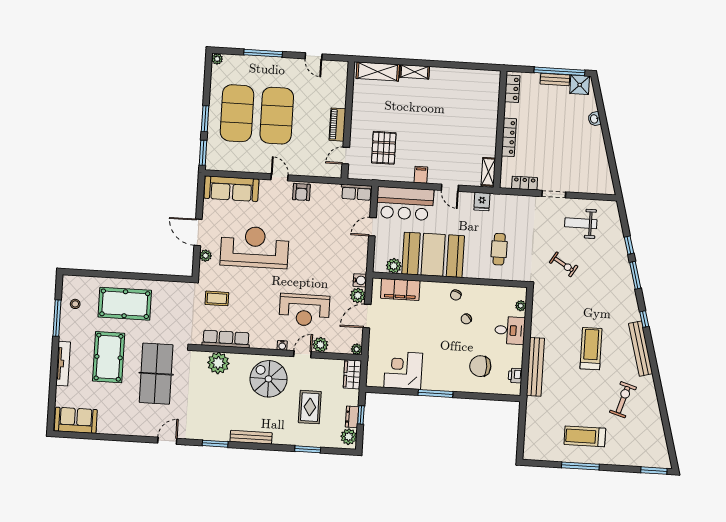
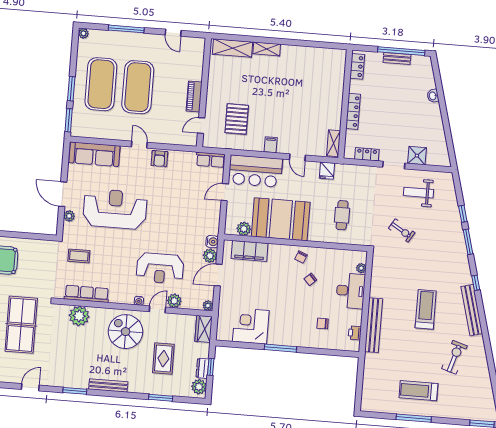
shower: (580, 85) -> (417, 156), moved
desk: (510, 330) -> (351, 291), width x1.37
chair: (480, 366) -> (323, 324), width x0.54, depth x0.54

